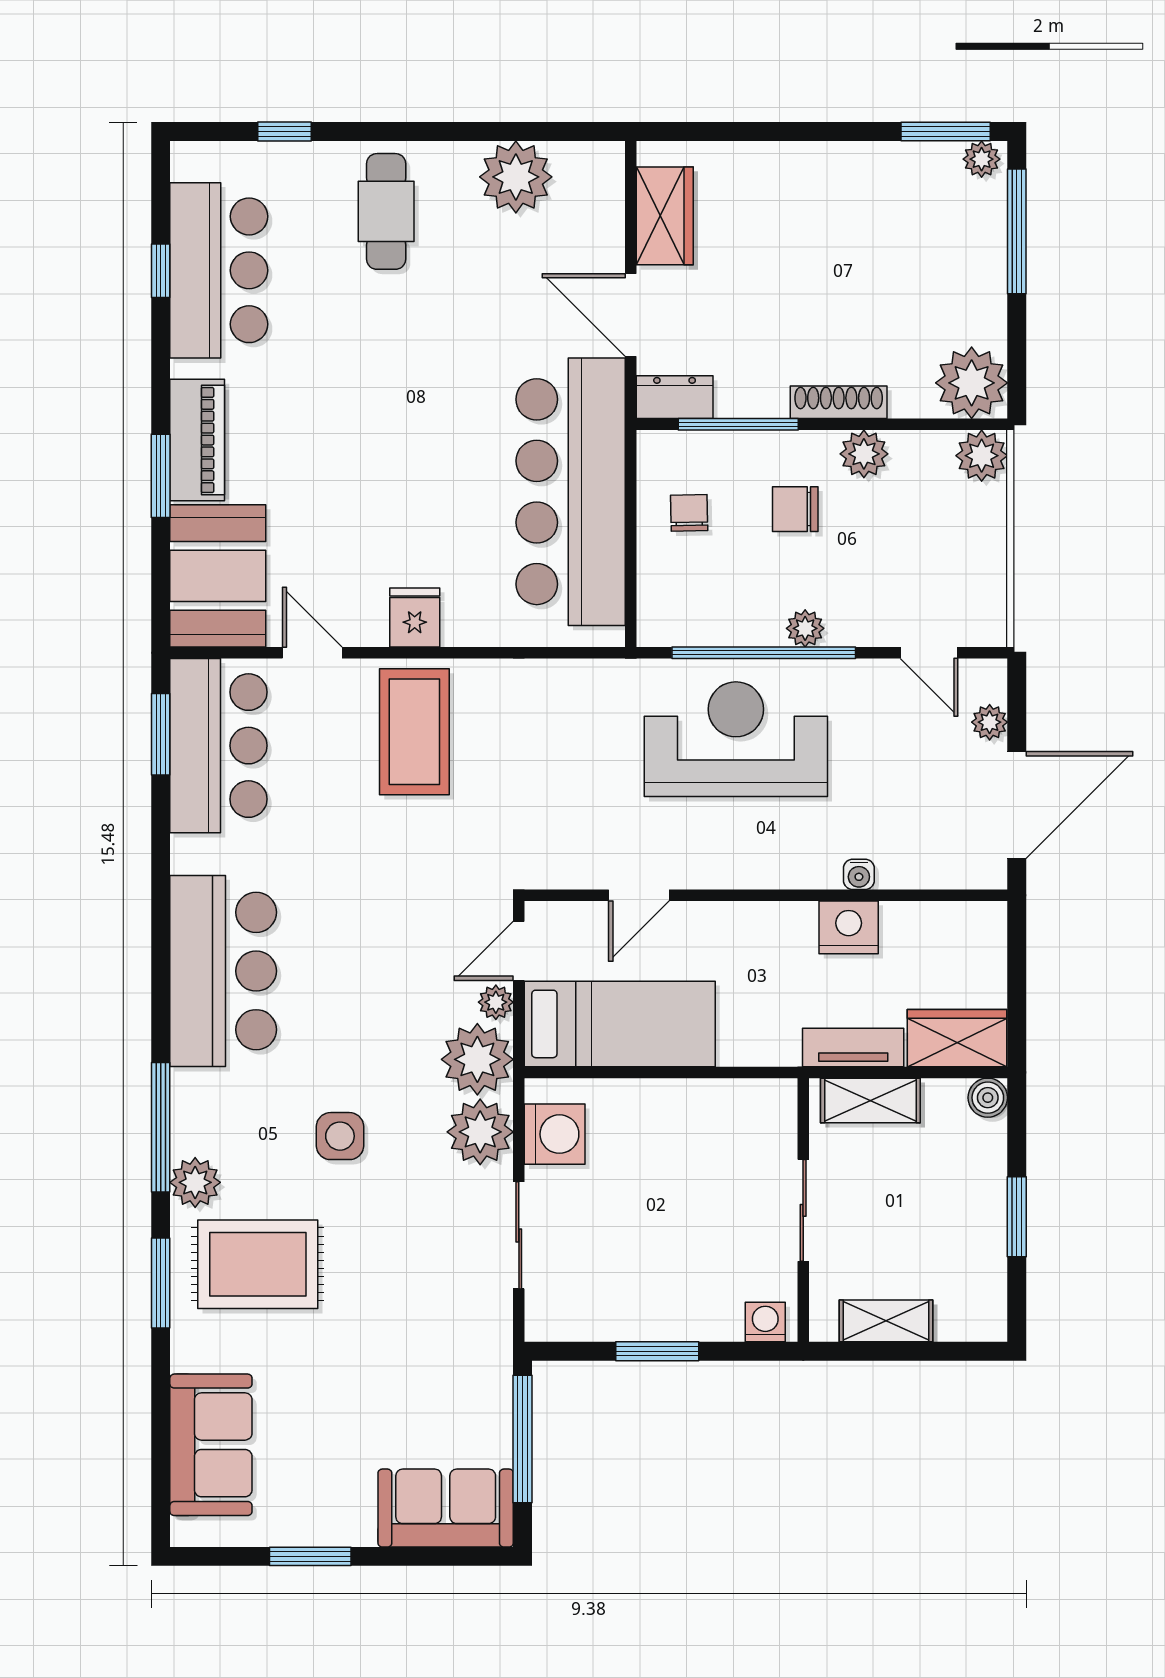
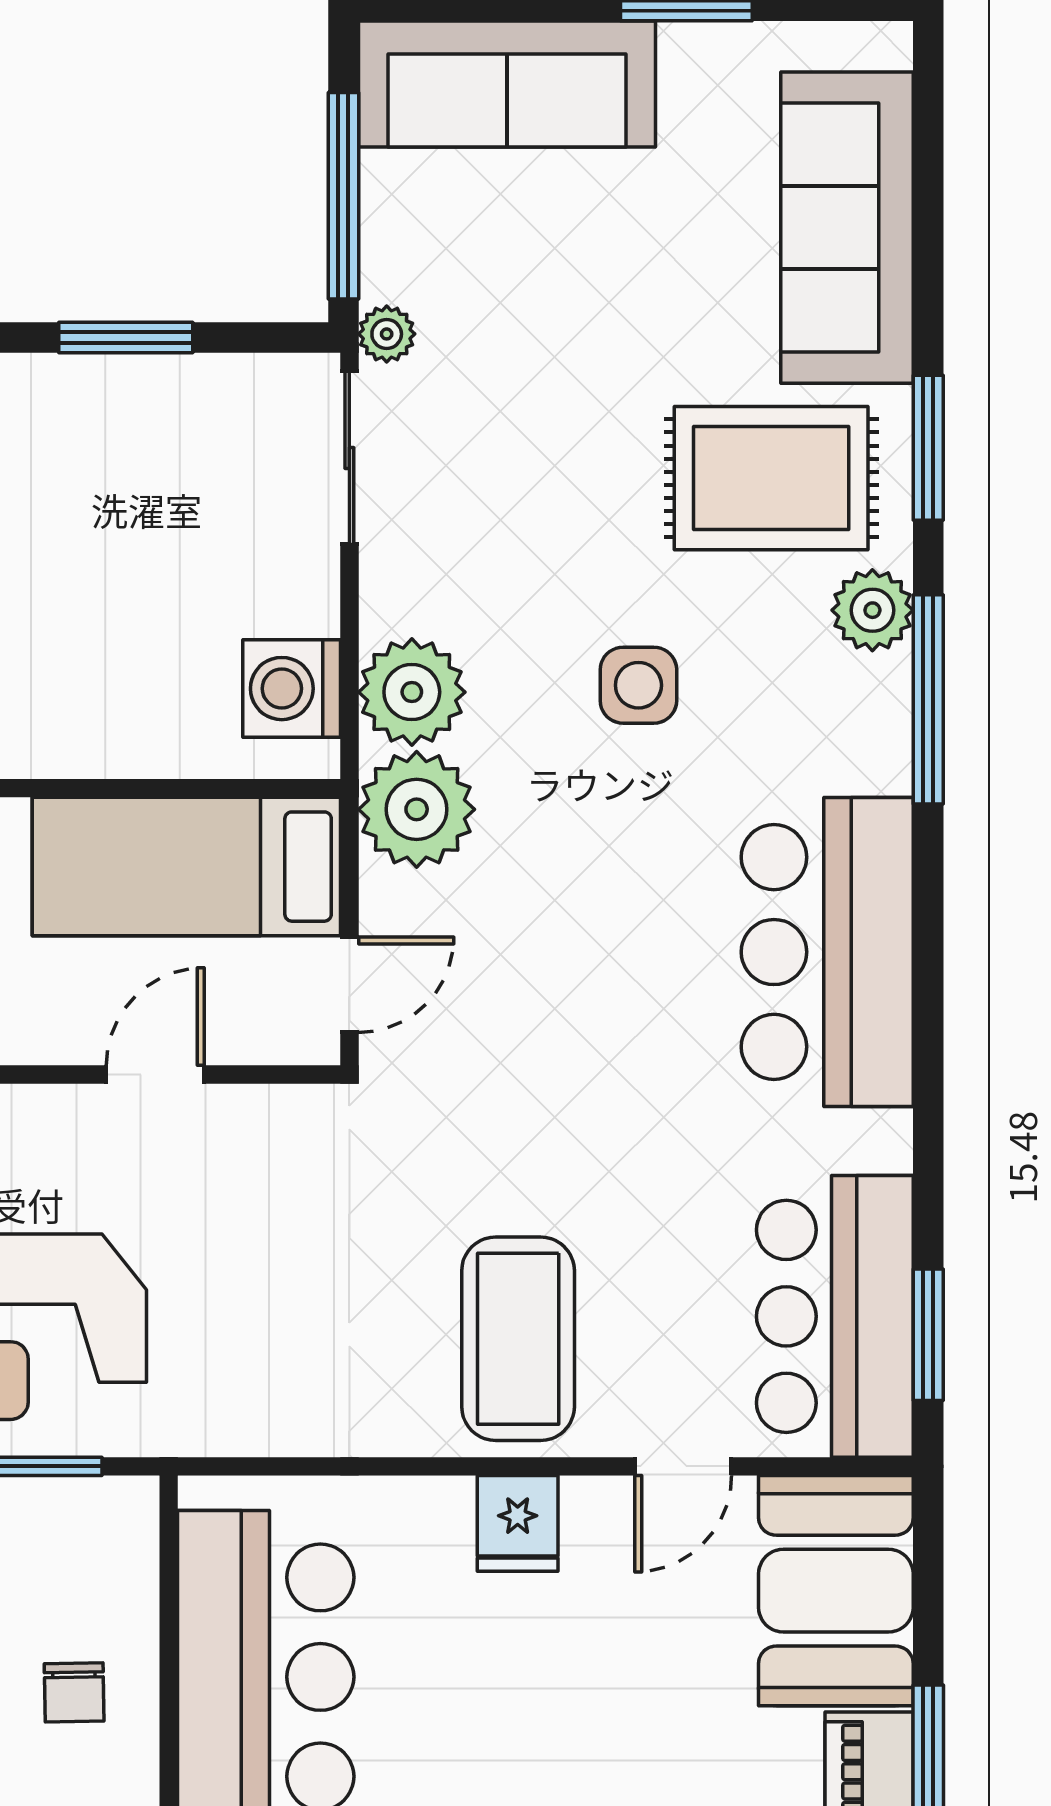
door: (312, 653) -> (683, 1466), hinge flipped
plant: (496, 1002) -> (387, 334), moved
sliding door: (519, 1235) -> (349, 458), moved
sofa: (211, 1445) -> (847, 228), width x1.36
sofa: (446, 1508) -> (507, 84), width x1.36

